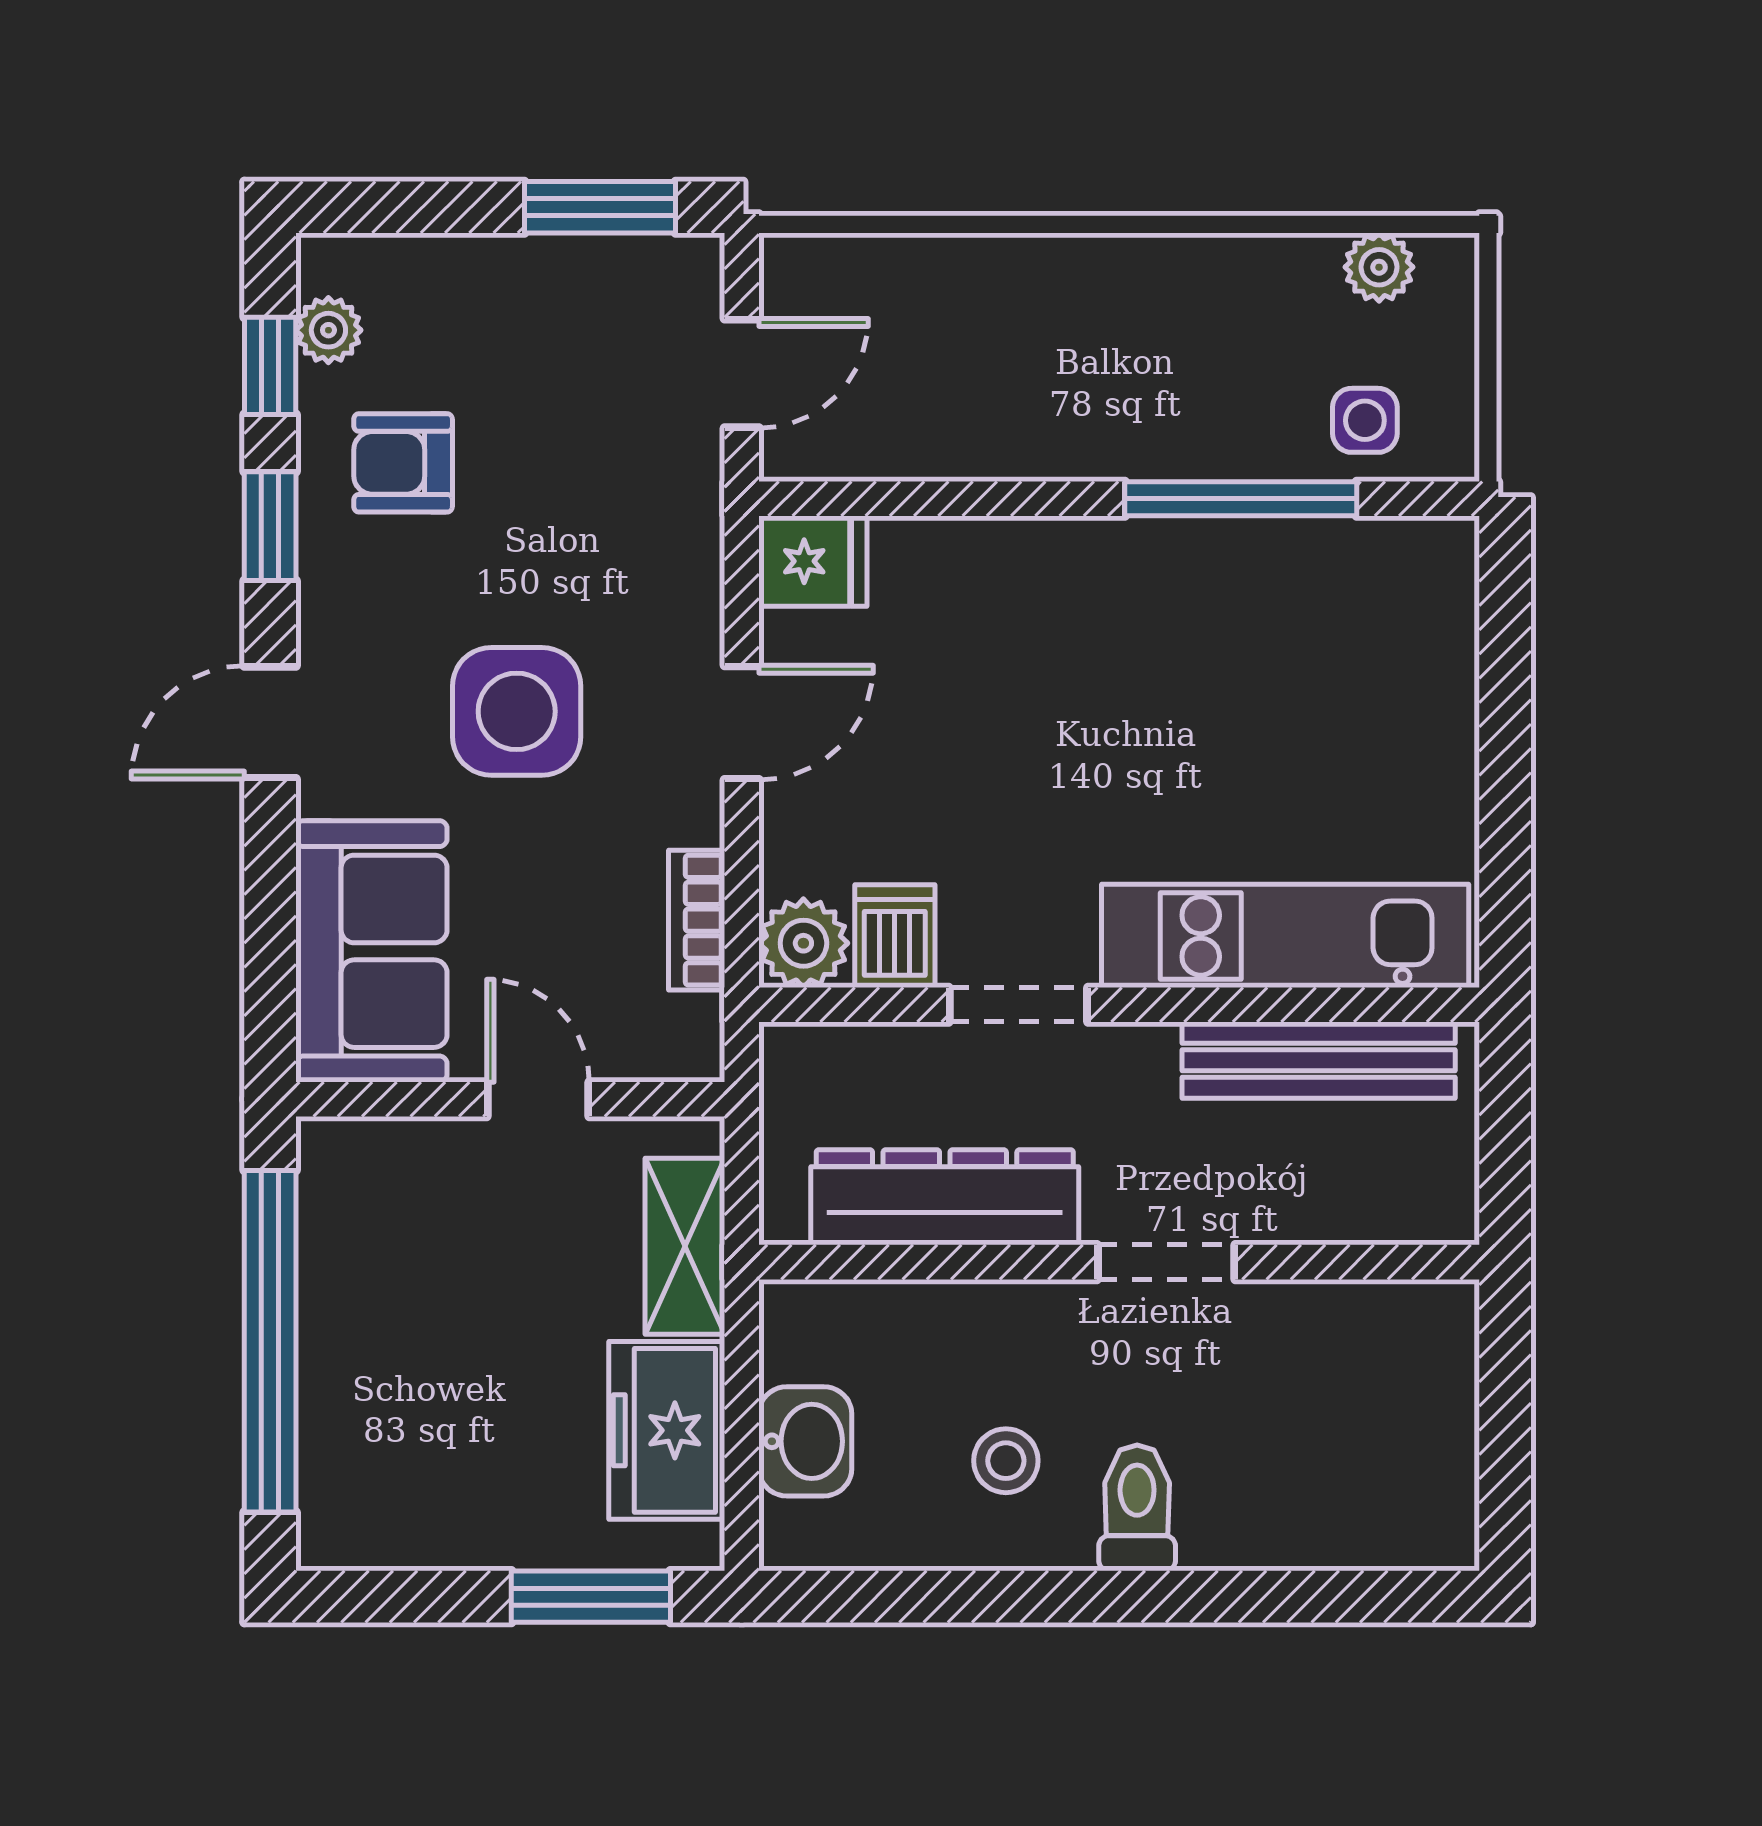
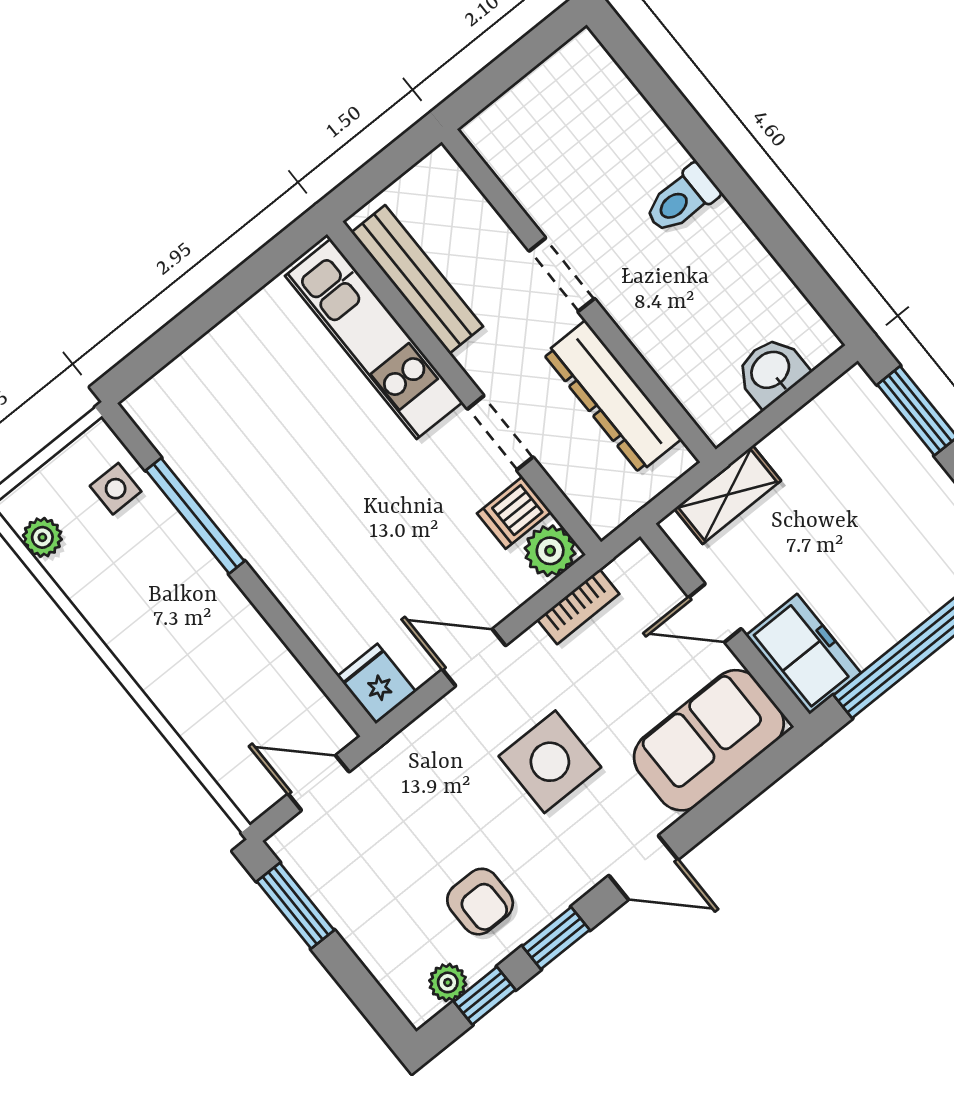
door: (538, 1099) -> (715, 613), hinge flipped
freezer: (667, 1430) -> (803, 654), moved, turned -90
stool: (1006, 1461) -> (708, 275), removed

